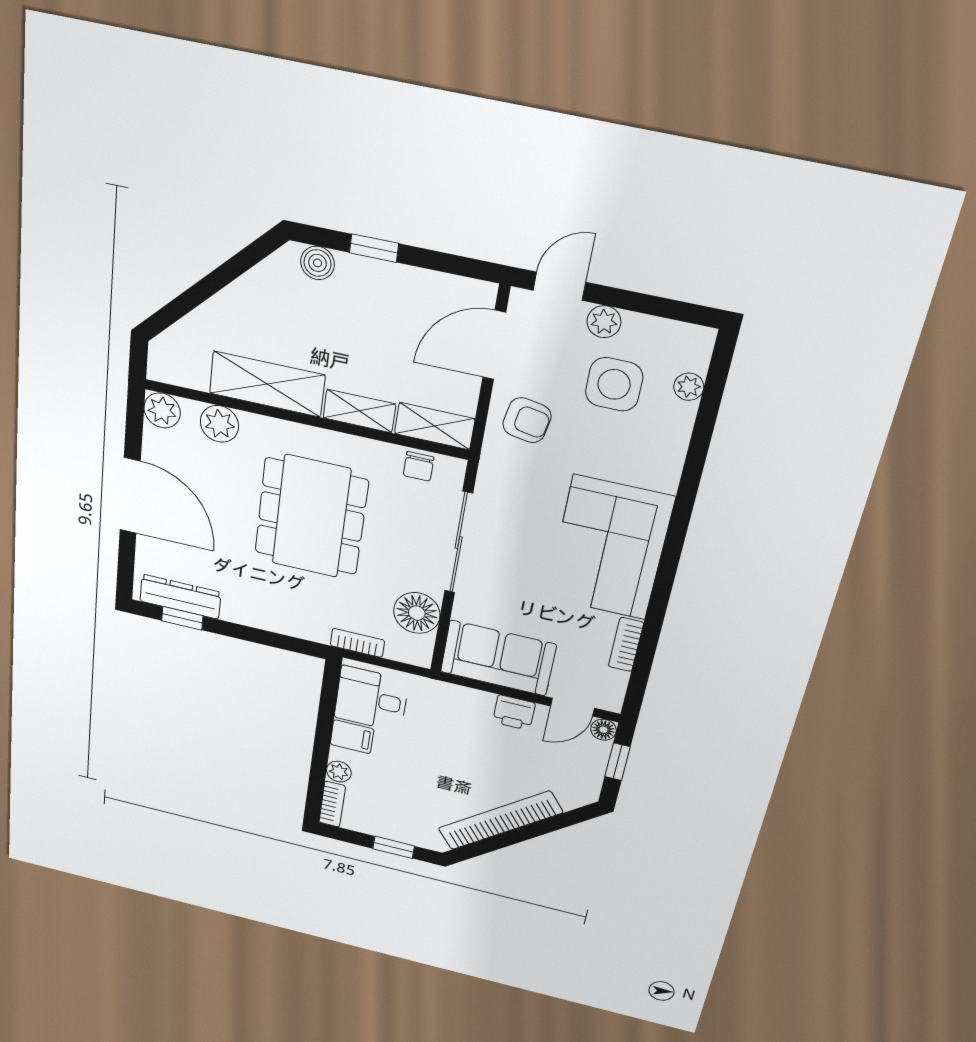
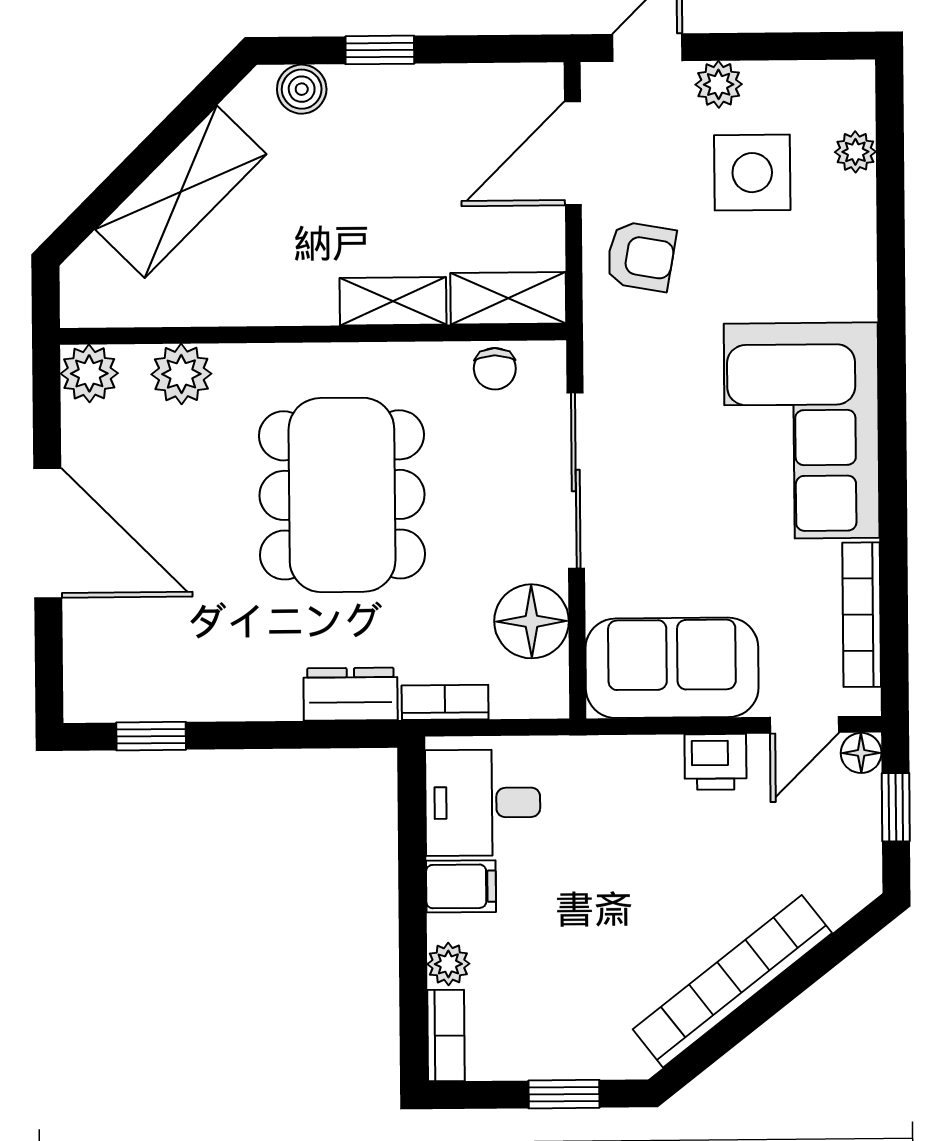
shelving: (267, 384) -> (181, 192), moved, turned -45
dresser: (180, 597) -> (351, 694), moved, width x0.70
bookcase: (626, 645) -> (862, 615), width x1.56

